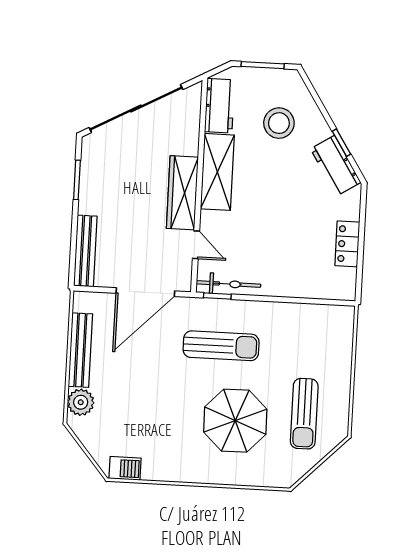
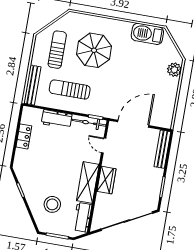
workbench: (336, 166) -> (57, 119), moved, turned 122
wardrobe: (182, 193) -> (106, 180), width x0.67
sun lounger: (221, 346) -> (70, 89), moved
bench: (80, 350) -> (32, 85), moved
barbecue: (125, 468) -> (147, 34), width x1.88, depth x1.53

